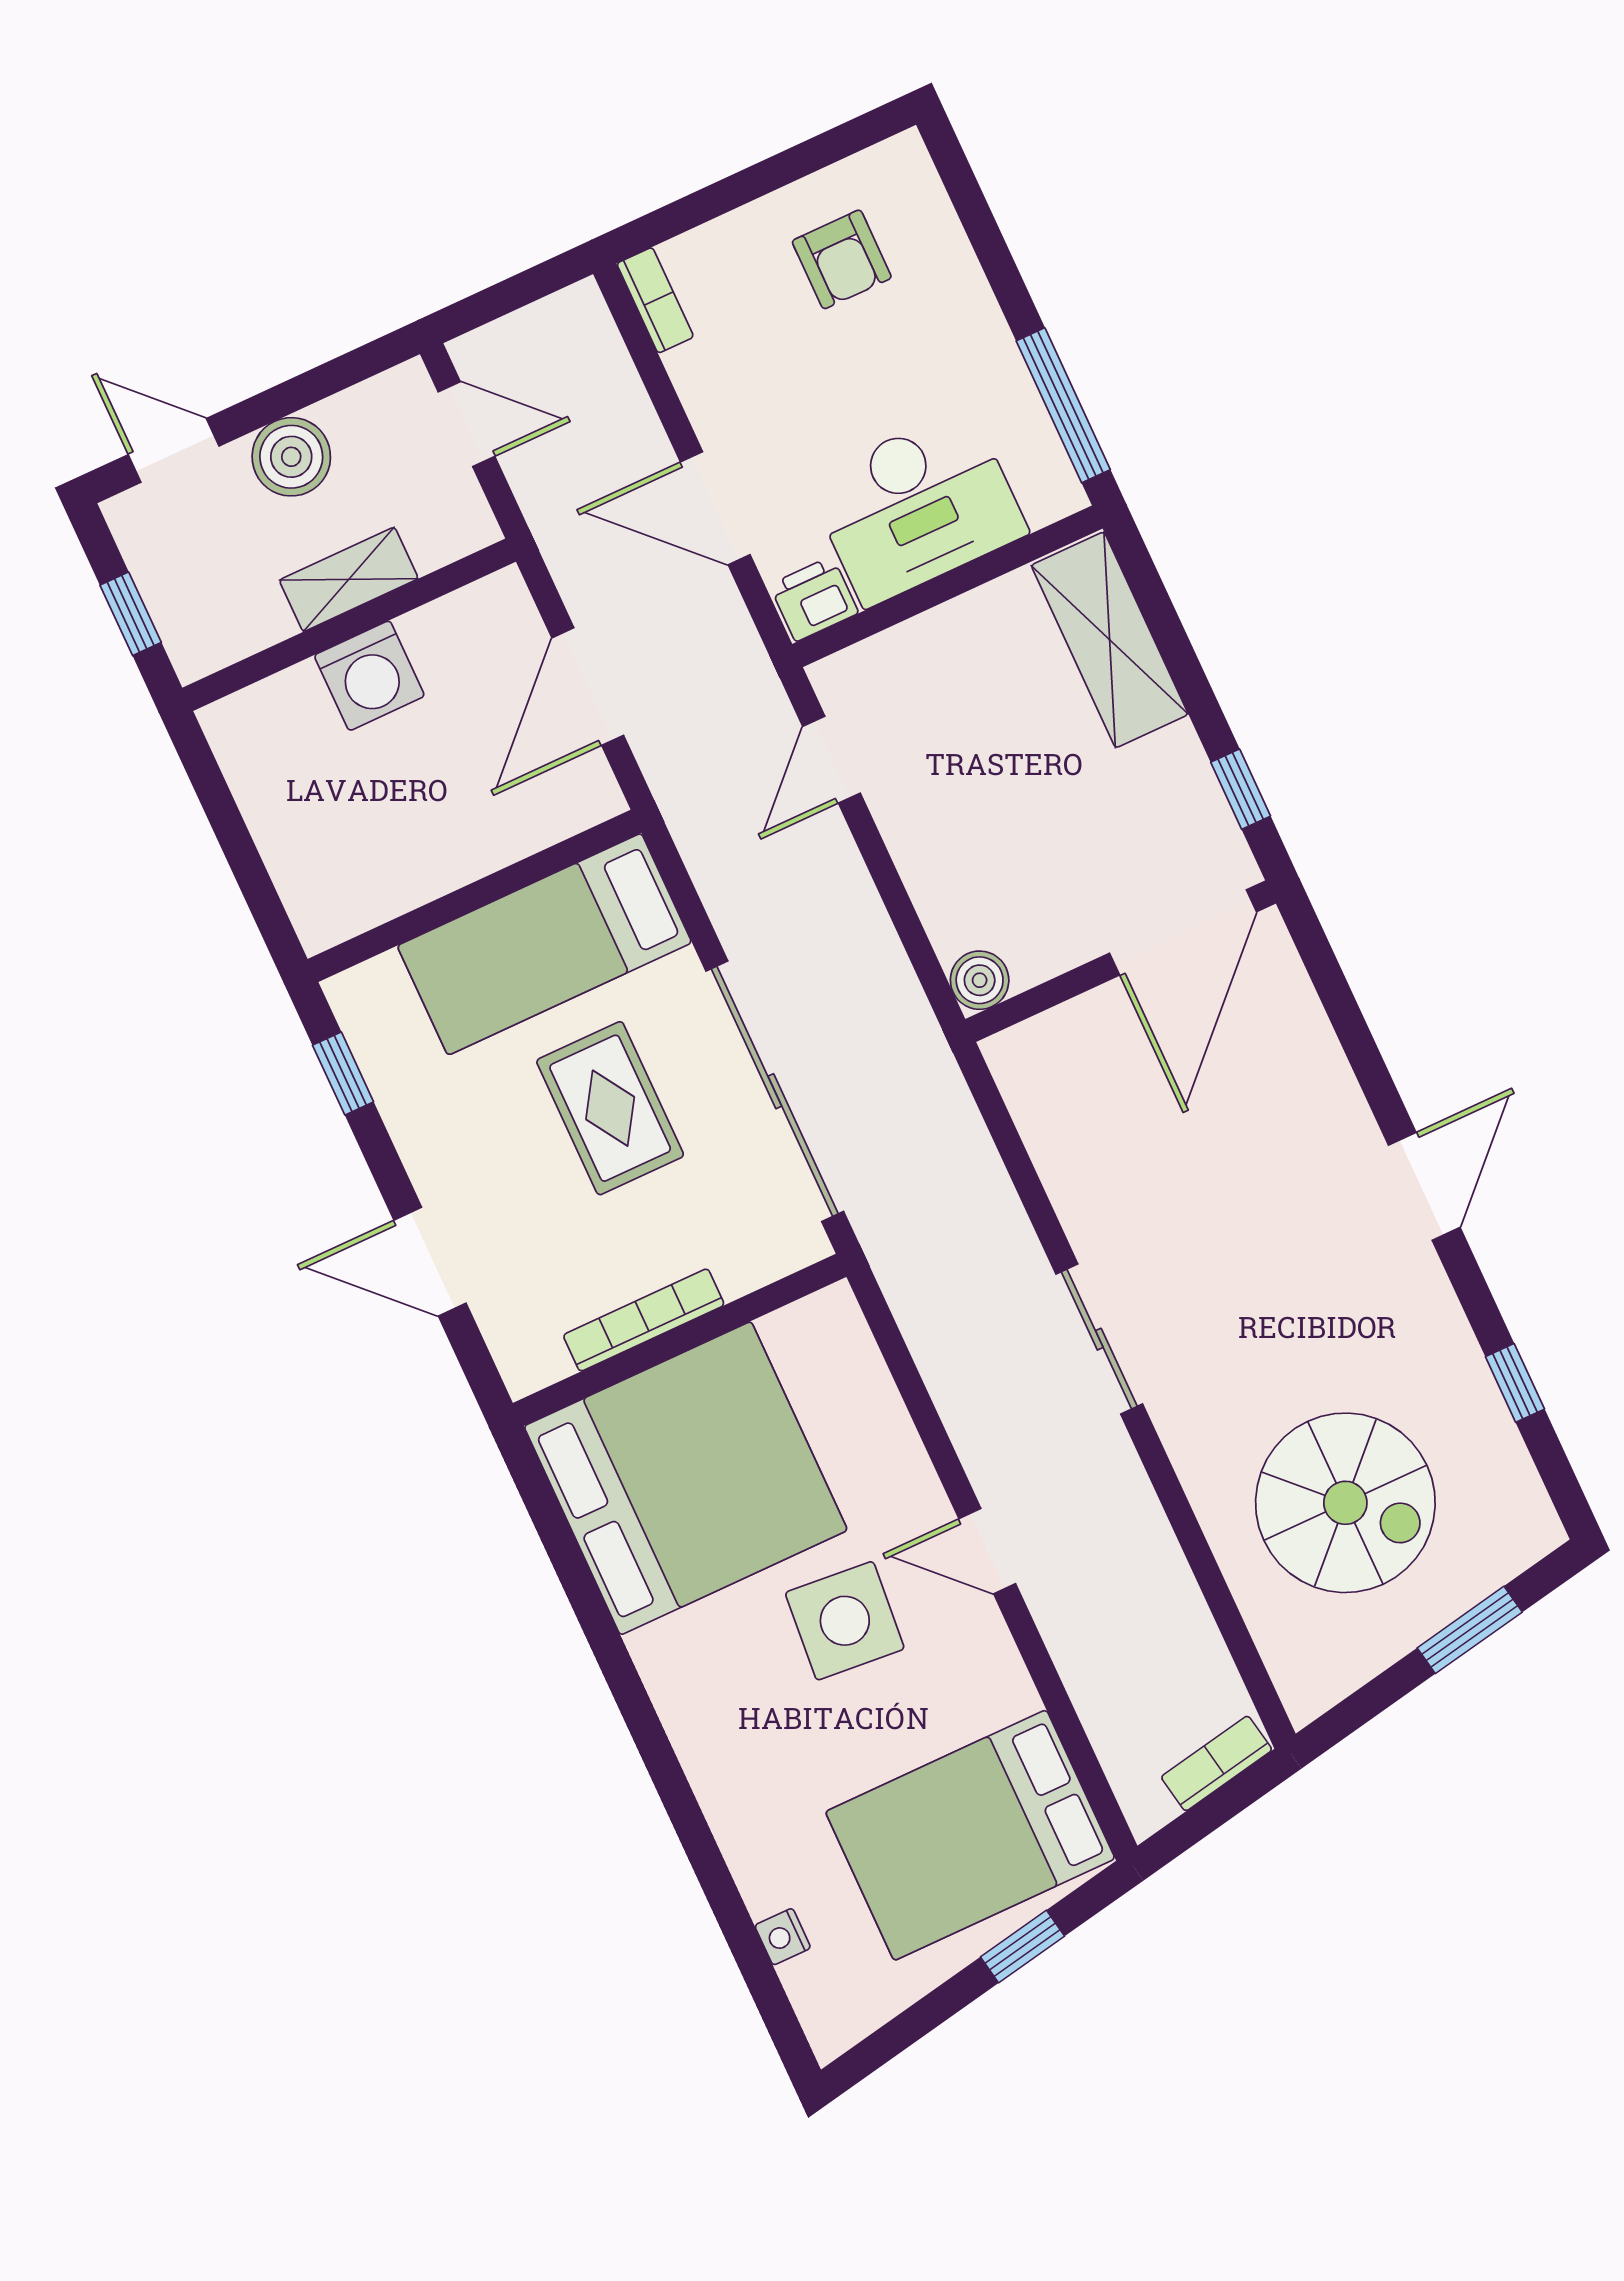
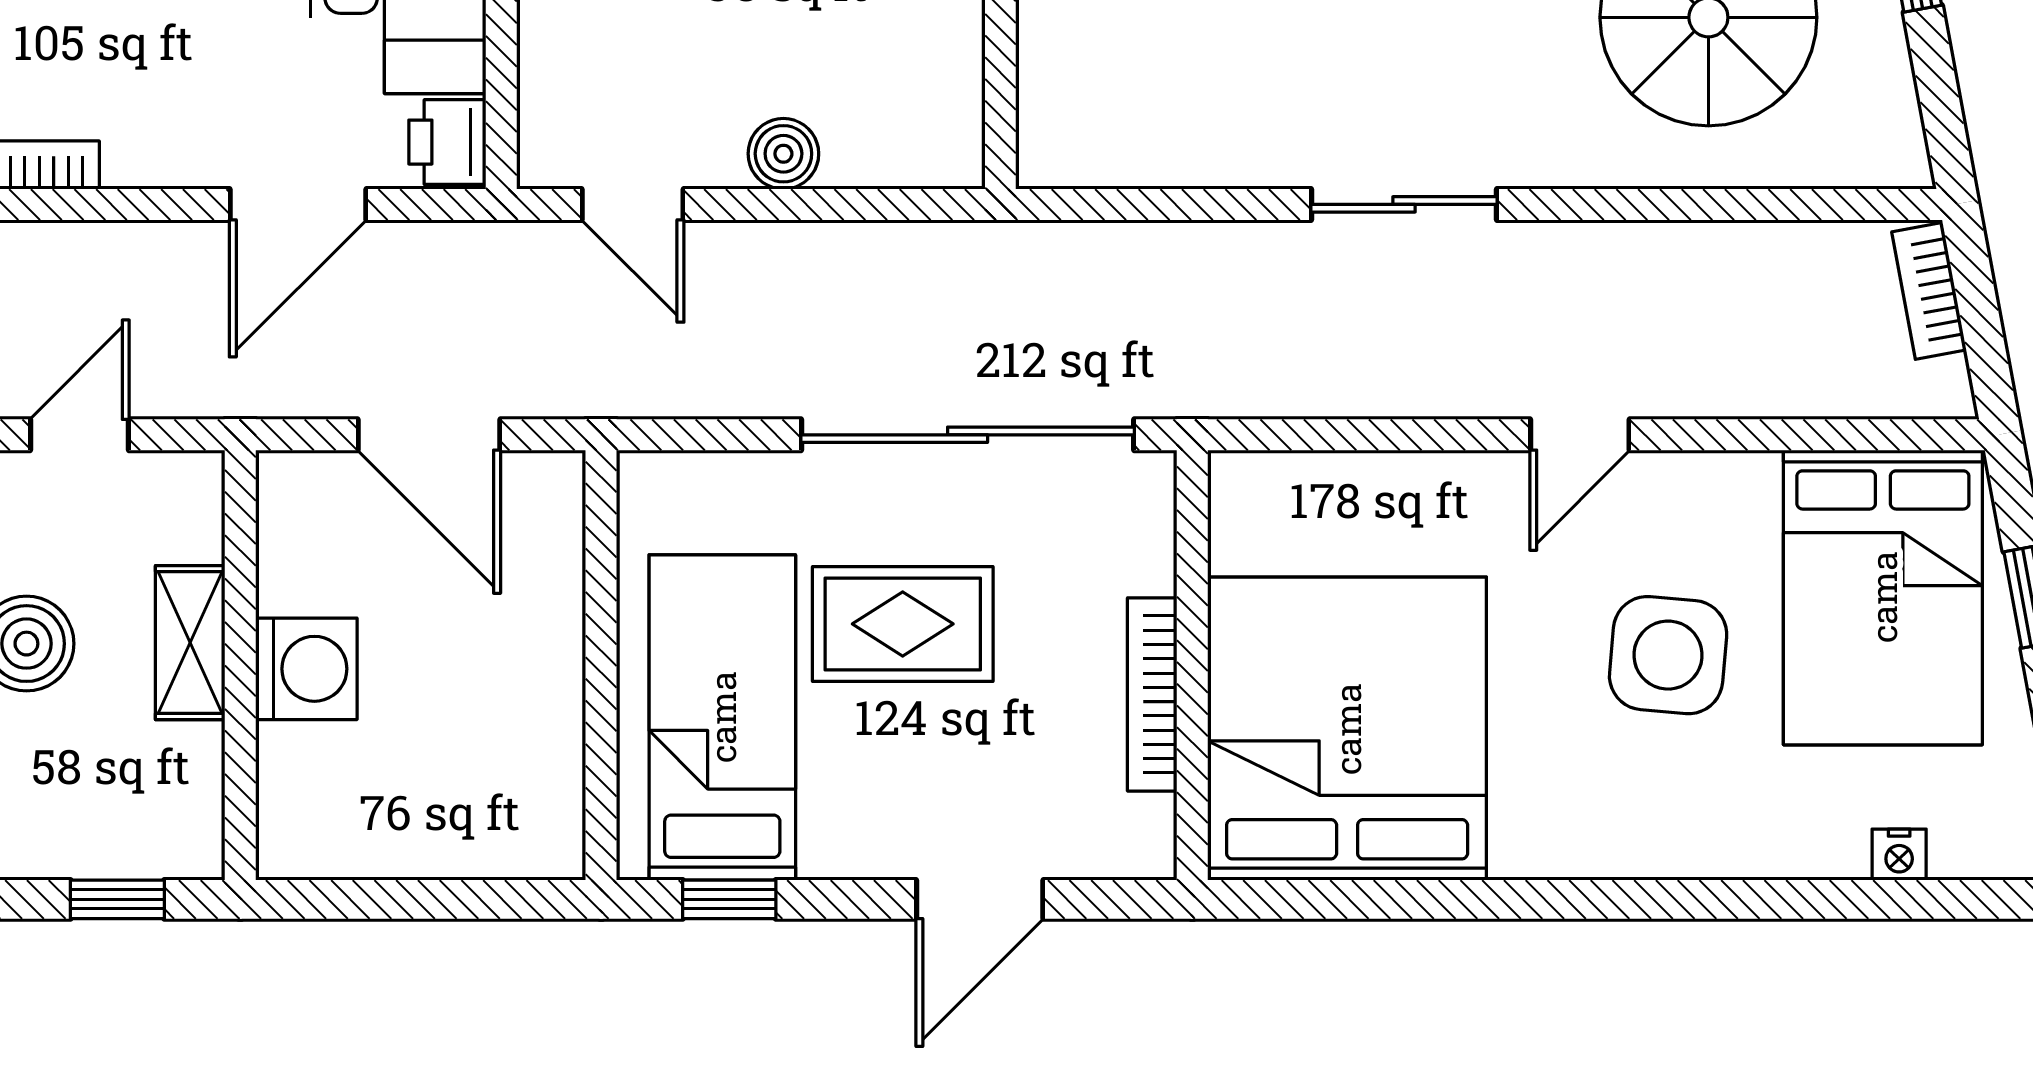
bed: (545, 944) -> (722, 717), moved, turned 180
boiler: (980, 980) -> (783, 154), moved
side table: (845, 1621) -> (1668, 655), moved

